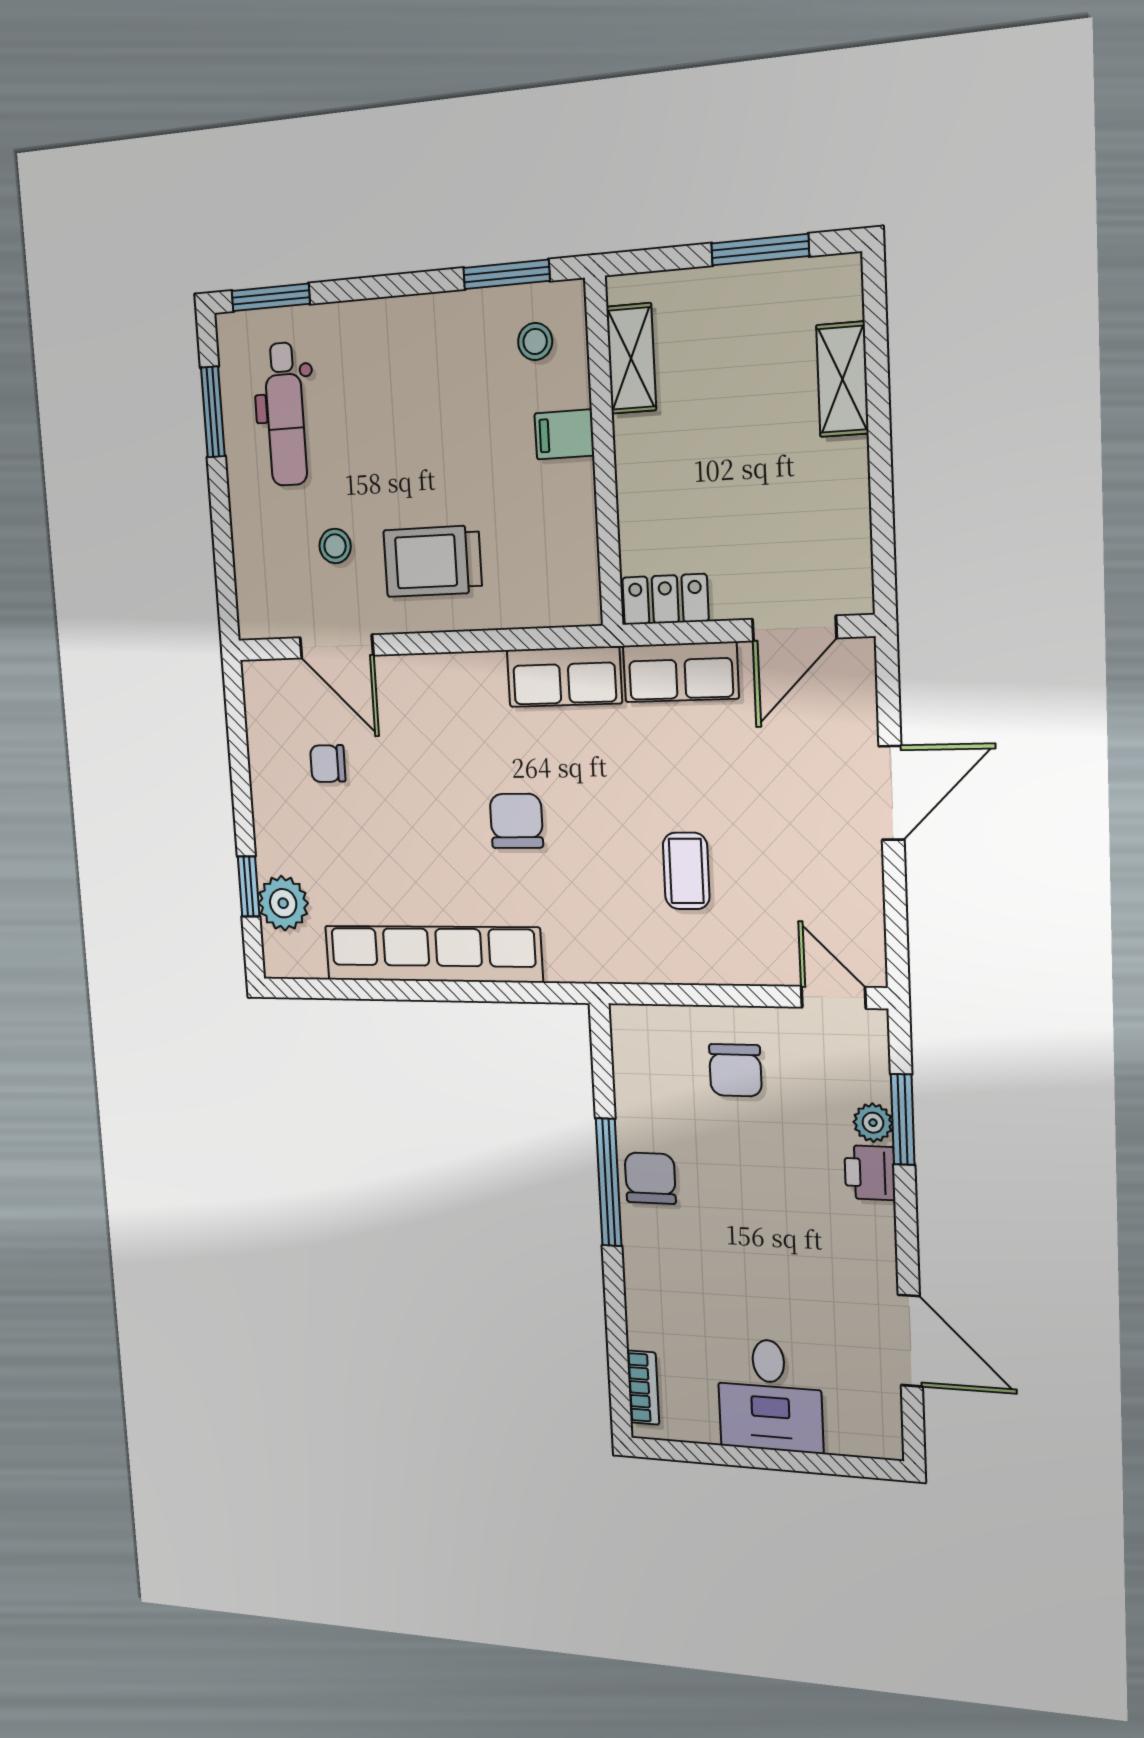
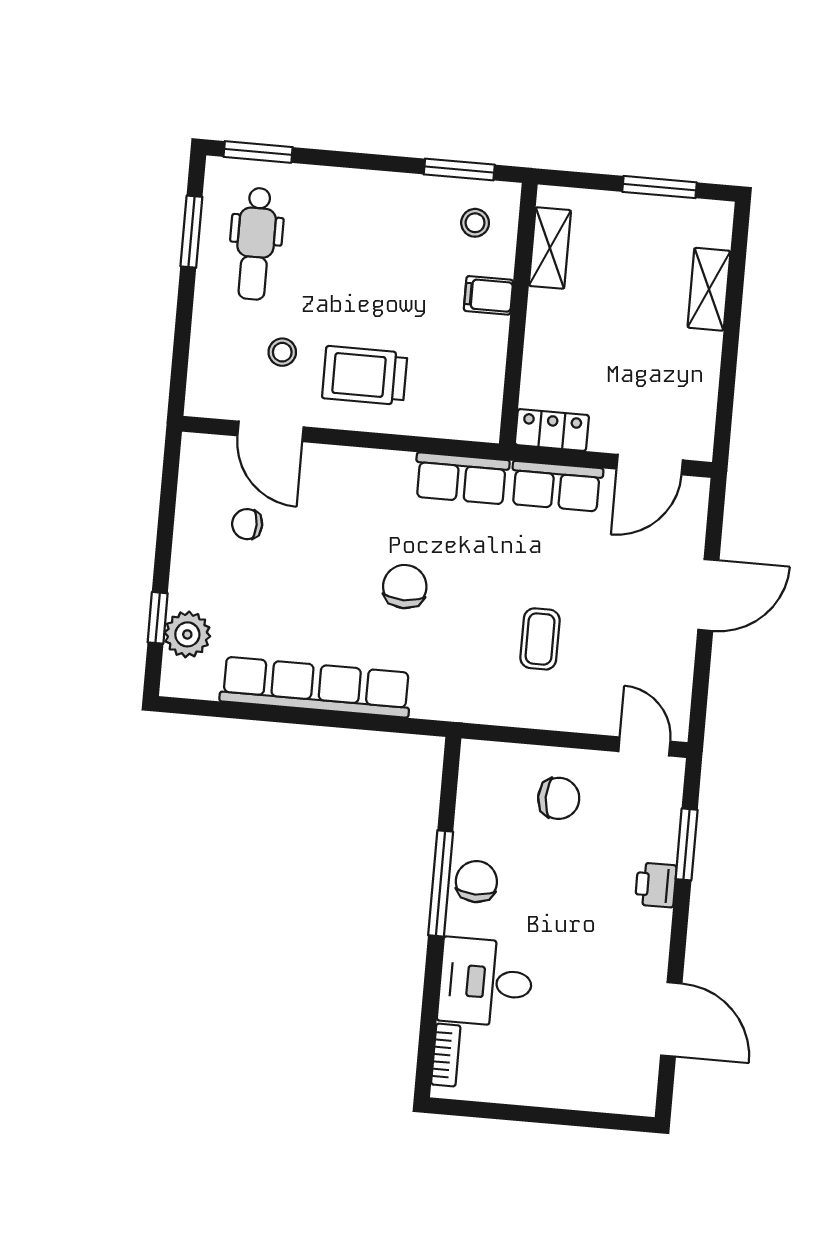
chair: (735, 1070) -> (559, 798), turned -90
plant: (873, 1123) -> (663, 846), removed
desk: (770, 1395) -> (486, 982), moved, turned 90

